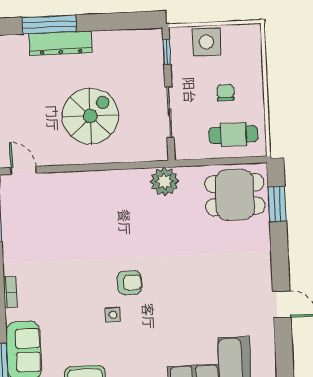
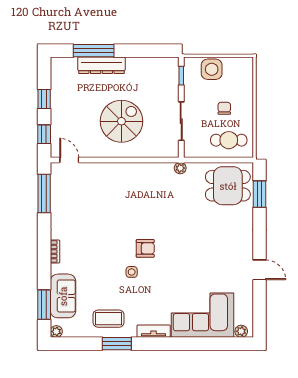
plant: (164, 181) -> (180, 168), width x0.53, depth x0.53

